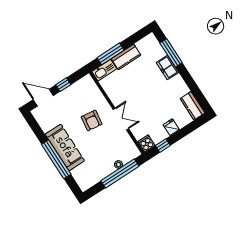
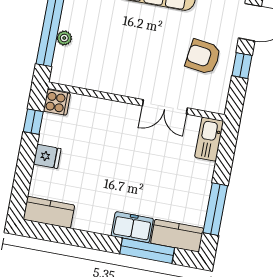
window: (110, 54) -> (215, 209), moved
kitchen counter: (126, 57) -> (177, 236), moved, turned 90
double door: (121, 119) -> (165, 107), moved
armchair: (92, 121) -> (203, 57), moved

